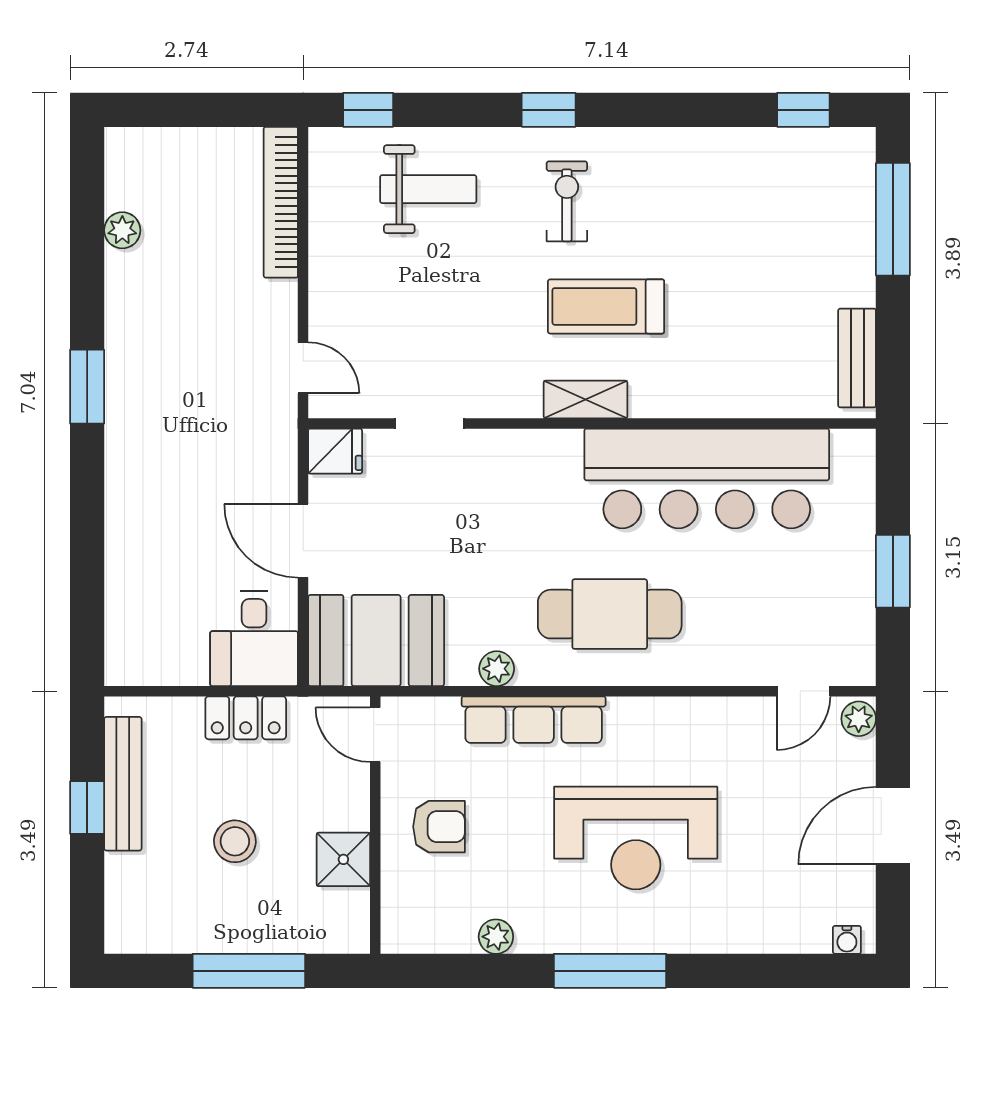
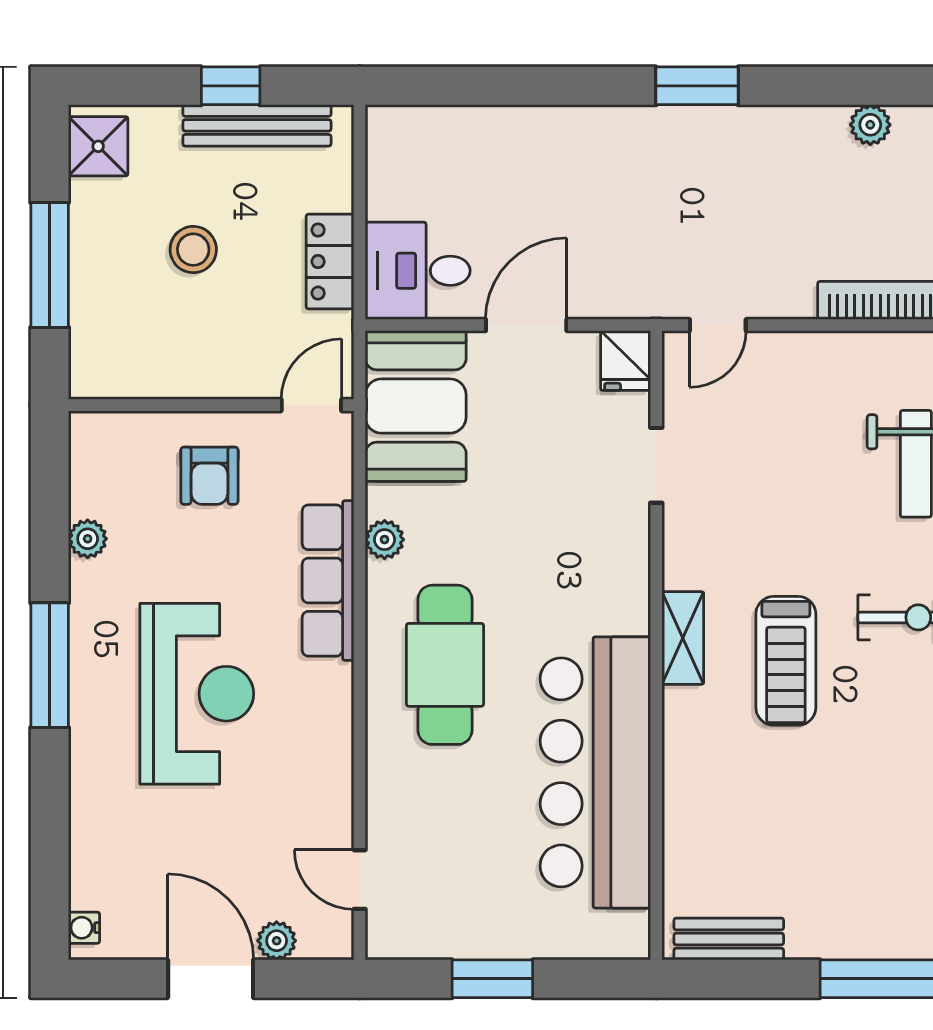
treadmill: (606, 306) -> (786, 661), turned 180
plant: (859, 719) -> (277, 941), moved
reception desk: (636, 838) -> (197, 694), turned 180
shower: (343, 859) -> (98, 146), moved

